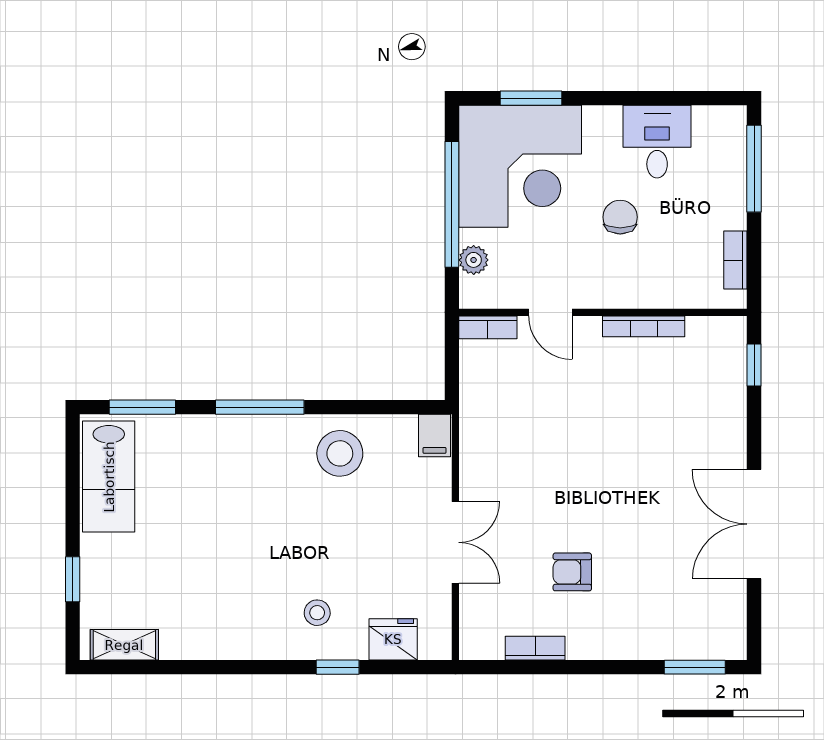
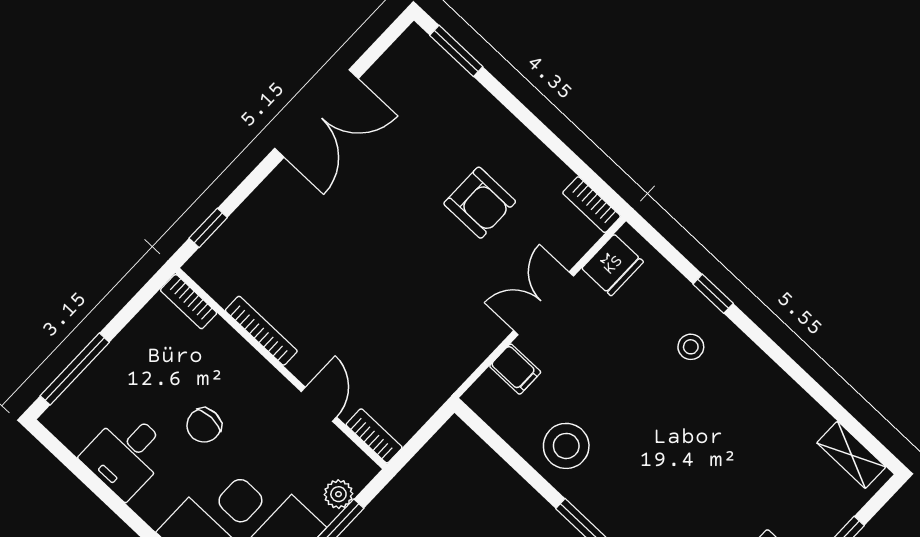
bookcase: (735, 260) -> (189, 302), moved, turned 90
filing cabinet: (434, 435) -> (515, 369), moved, turned 90
armchair: (572, 572) -> (480, 203), width x1.38, depth x1.38
fridge: (393, 639) -> (613, 265), moved, turned -90
bookcase: (535, 648) -> (592, 205), moved

